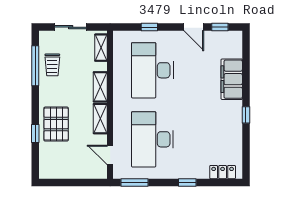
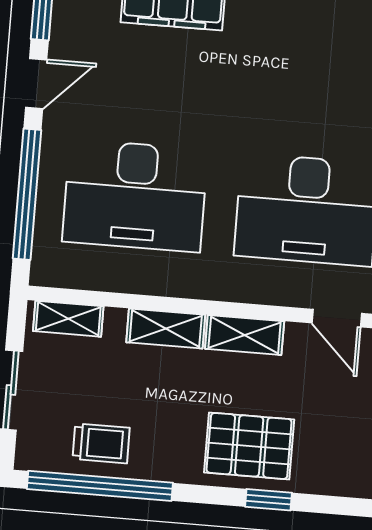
window: (149, 27) -> (27, 194), width x3.17
window: (35, 66) -> (100, 486), width x1.46
door: (110, 155) -> (337, 318), hinge flipped

